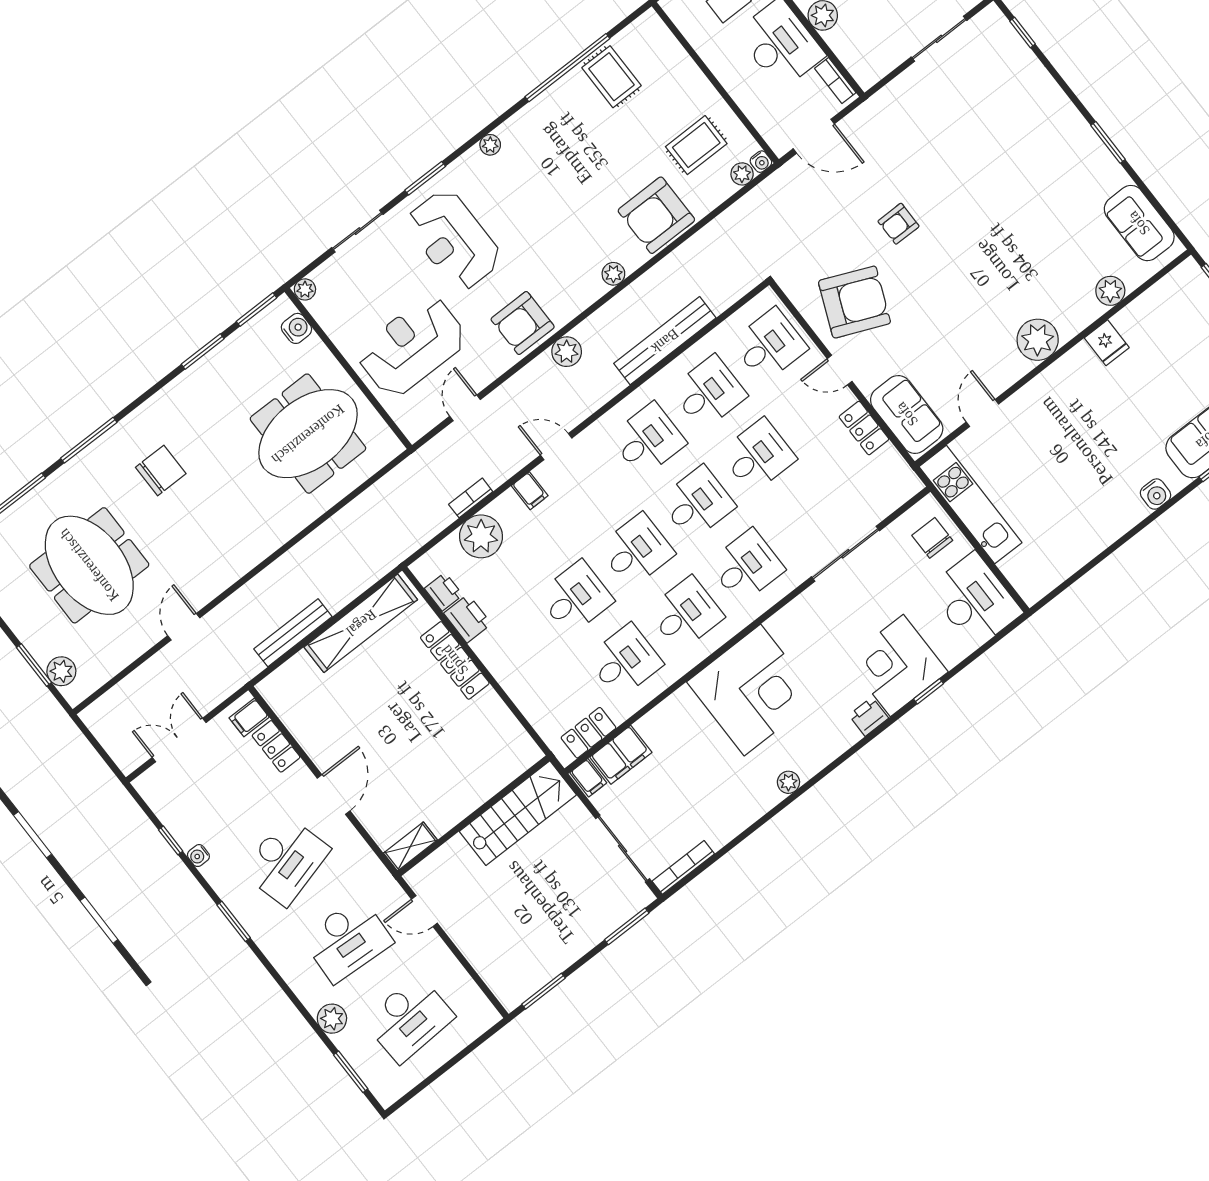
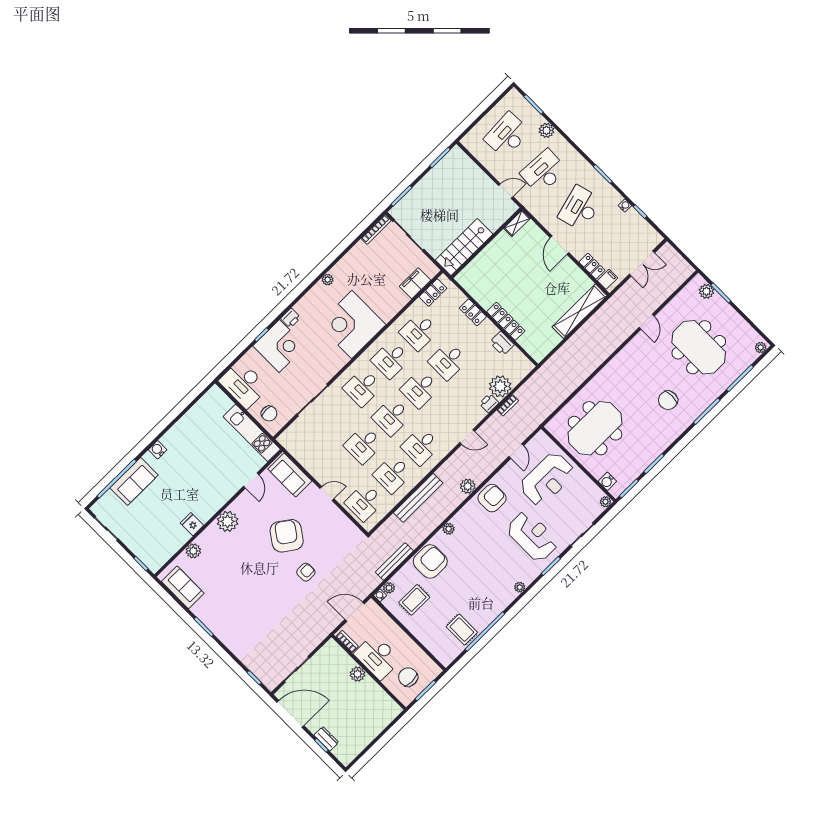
armchair: (854, 302) -> (287, 536), moved, turned 102
locker: (864, 428) -> (473, 312), moved, turned 180
filing cabinet: (530, 491) -> (478, 413), removed
printer: (444, 592) -> (489, 403), moved, turned 90
shelving: (361, 623) -> (580, 311), moved
bench: (293, 633) -> (394, 561), moved
filing cabinet: (588, 778) -> (430, 270), removed

